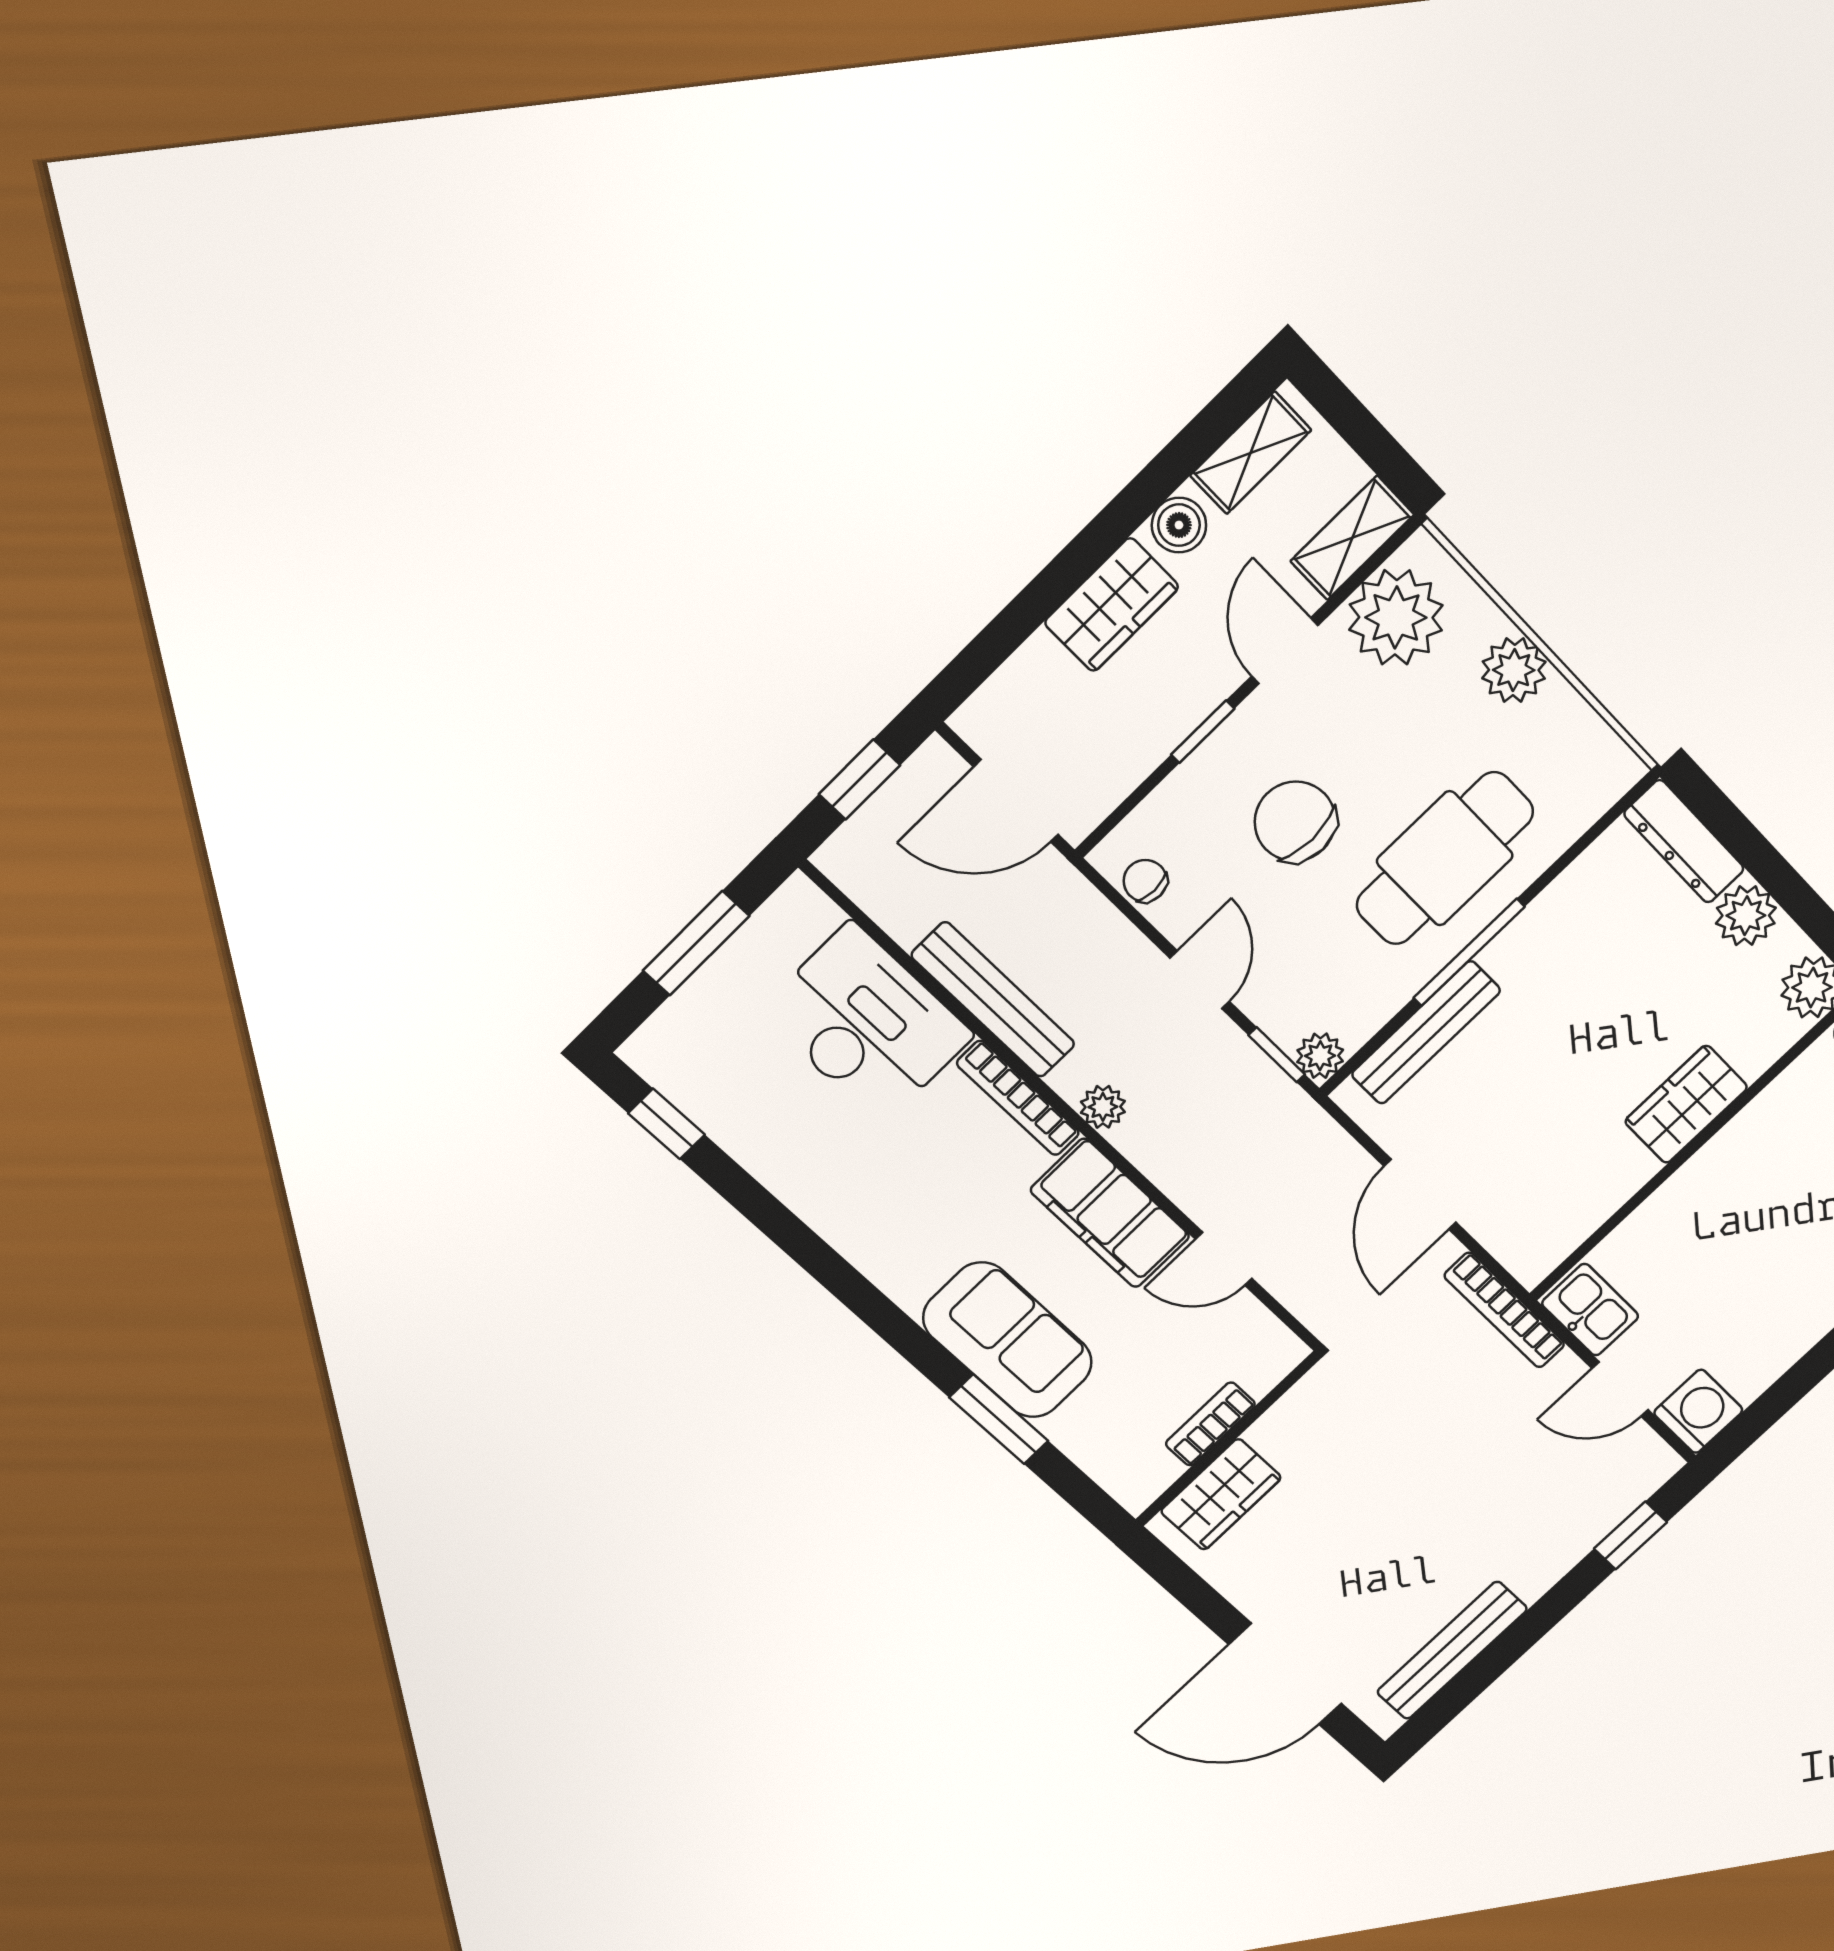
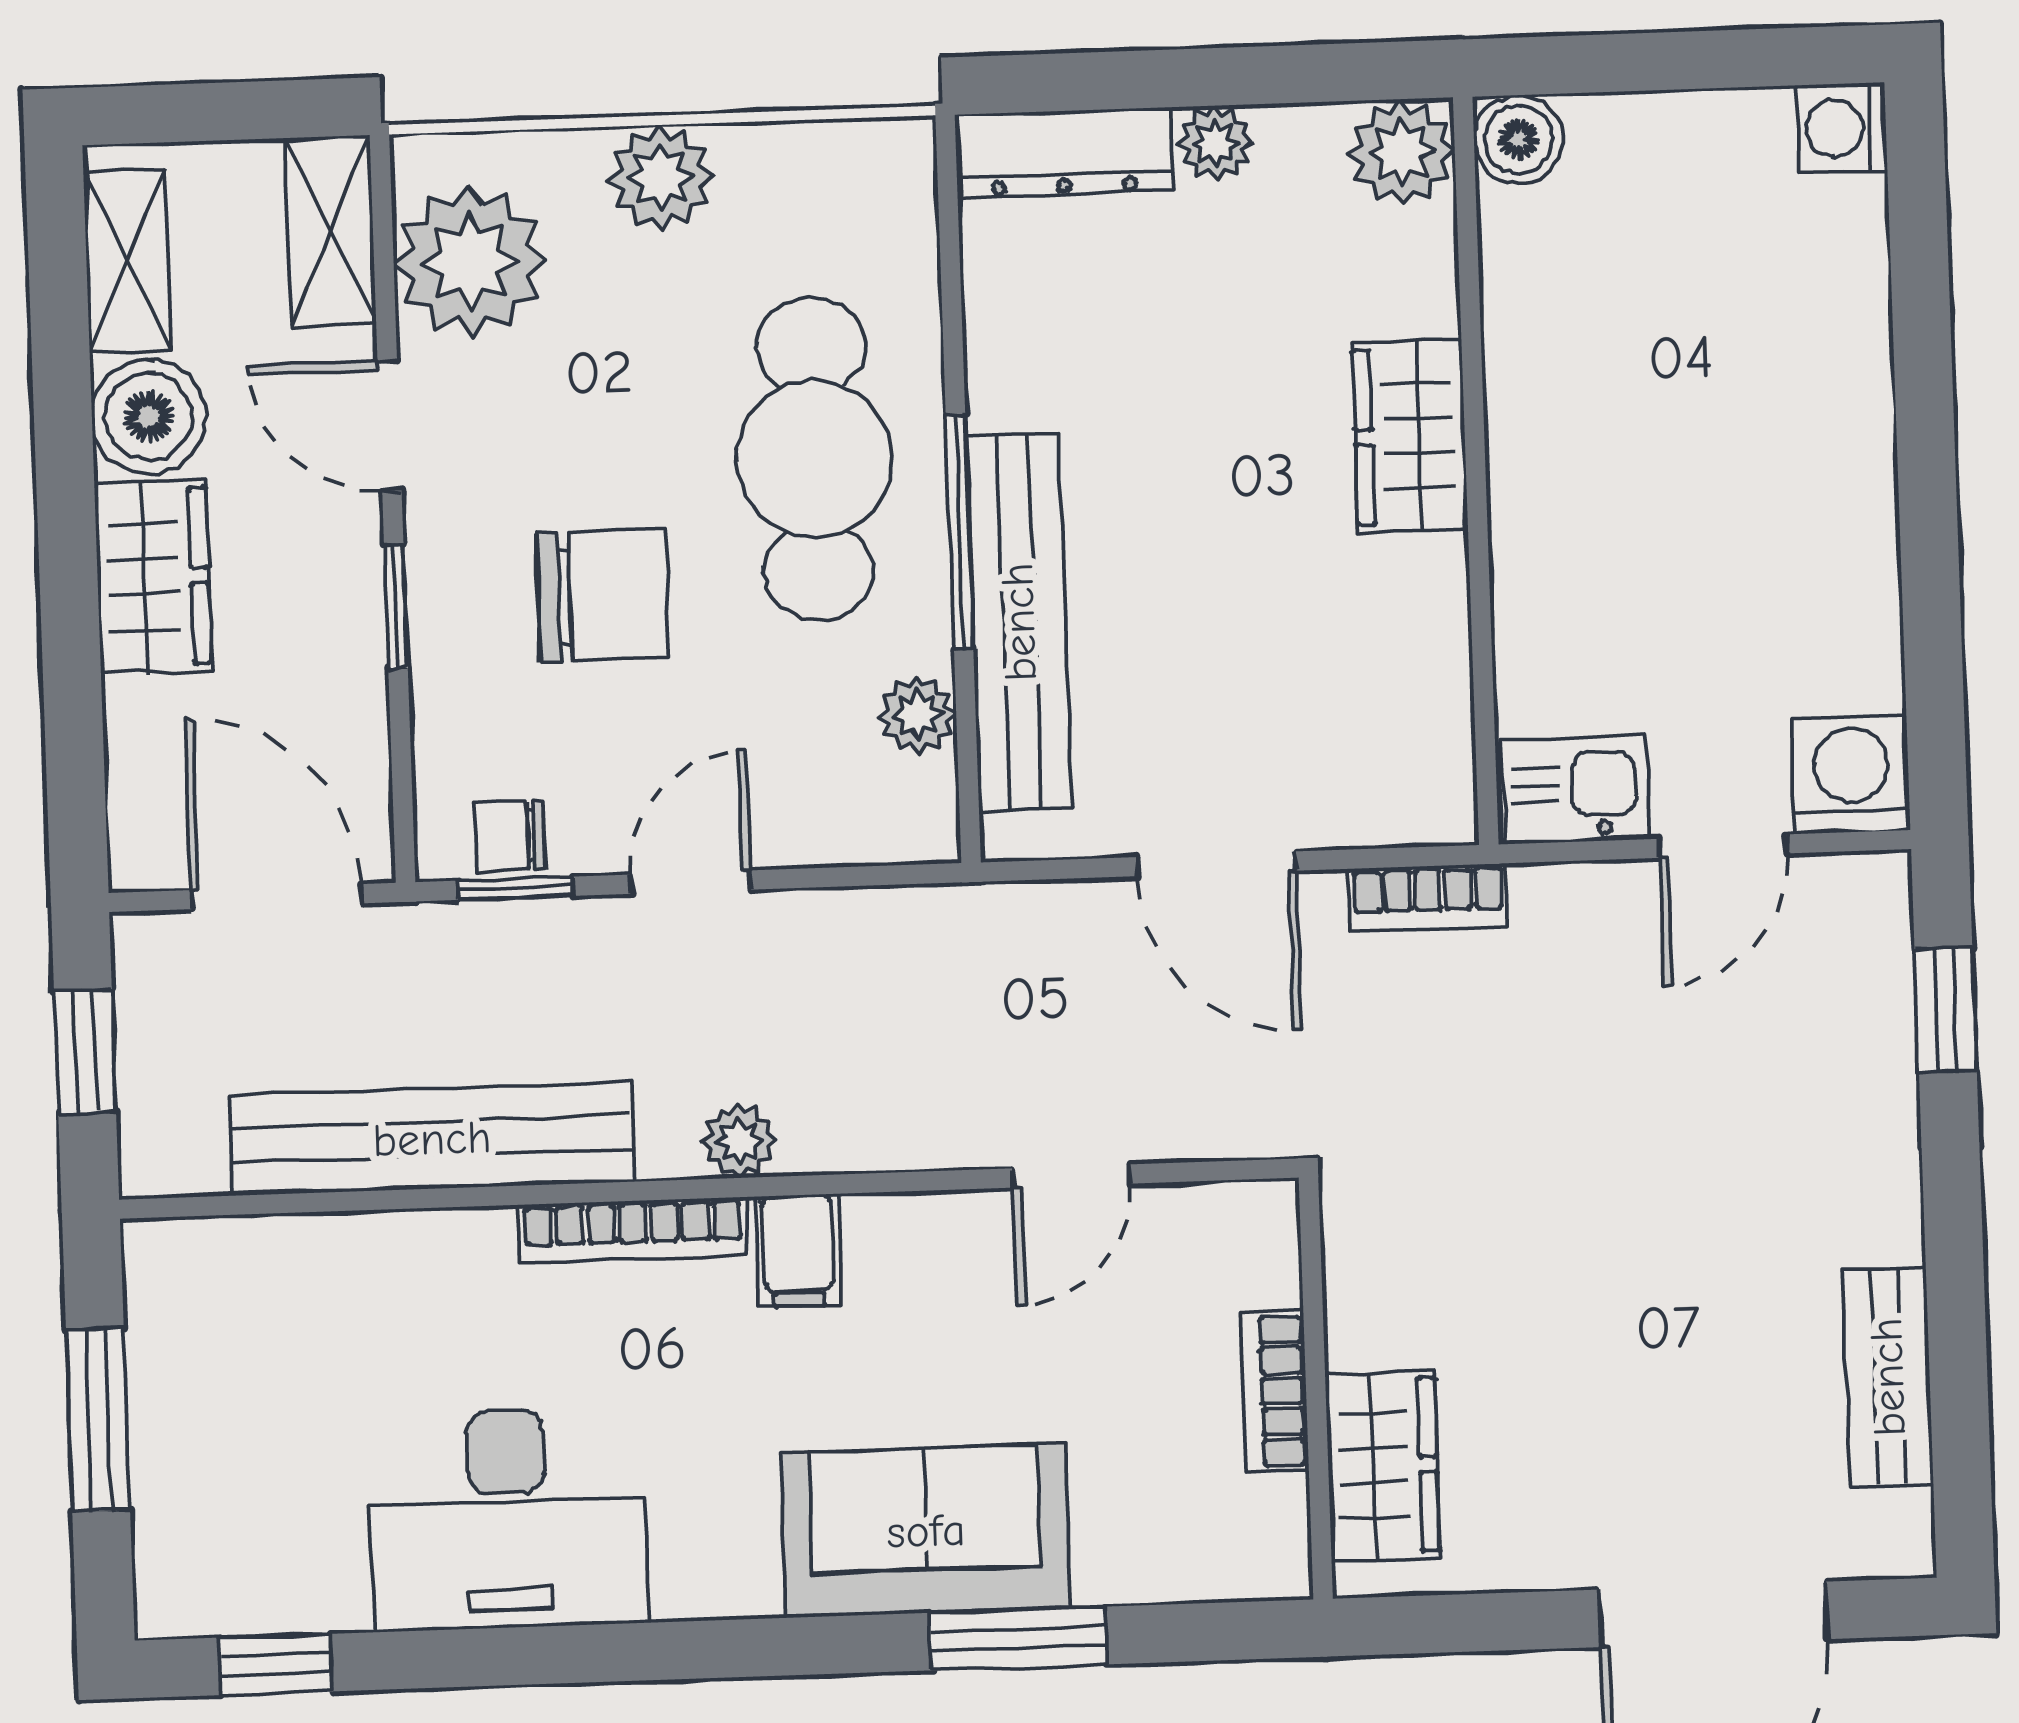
boiler: (1179, 525) -> (149, 416), width x1.36, depth x1.36
door: (1016, 801) -> (276, 897), swing flipped
chair: (1295, 821) -> (603, 596), turned 180
plant: (1746, 916) -> (1215, 143), width x0.73, depth x0.73
door: (1200, 980) -> (690, 882), hinge flipped
bench: (993, 1000) -> (432, 1139), width x1.37, depth x1.21
desk: (867, 1023) -> (508, 1519), moved, turned 180
bench: (1426, 1033) -> (1019, 622), width x1.37, depth x1.21
window: (1277, 1055) -> (515, 888), moved
plant: (1320, 1056) -> (917, 715), moved
filing cabinet: (1110, 1213) -> (798, 1251), width x0.33, depth x0.86
bookcase: (1505, 1310) -> (1428, 897), width x0.64
bench: (1452, 1650) -> (1888, 1377), width x0.73

